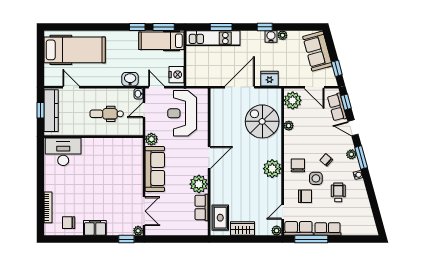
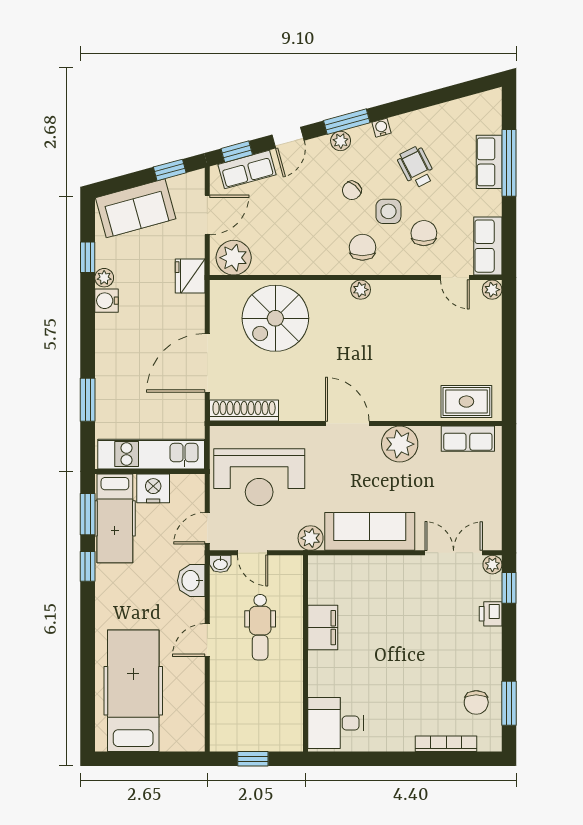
window: (265, 27) -> (88, 257), moved
kitchen unit: (213, 38) -> (151, 454), moved, turned -90
nightstand: (176, 75) -> (153, 488), moved
fridge: (270, 79) -> (190, 276), moved
door: (71, 87) -> (207, 640), moved
door: (240, 87) -> (207, 363), hinge flipped
shoe rack: (216, 106) -> (244, 411), added
kitchen counter: (51, 111) -> (254, 738), removed
plant: (289, 126) -> (284, 266), removed
desk: (63, 152) -> (336, 723), width x0.73
chair: (298, 165) -> (362, 247), turned 90
plant: (272, 169) -> (361, 290), width x0.53, depth x0.53
wheelchair: (338, 192) -> (416, 167), turned 63
row of seats: (201, 207) -> (468, 439), moved
filing cabinet: (95, 228) -> (323, 628), moved, turned 180
wardrobe: (243, 228) -> (488, 357), removed
row of seats: (328, 229) -> (489, 162), moved
printer: (113, 230) -> (491, 614), added
window: (68, 239) -> (509, 703), added
window: (311, 239) -> (509, 163), moved

